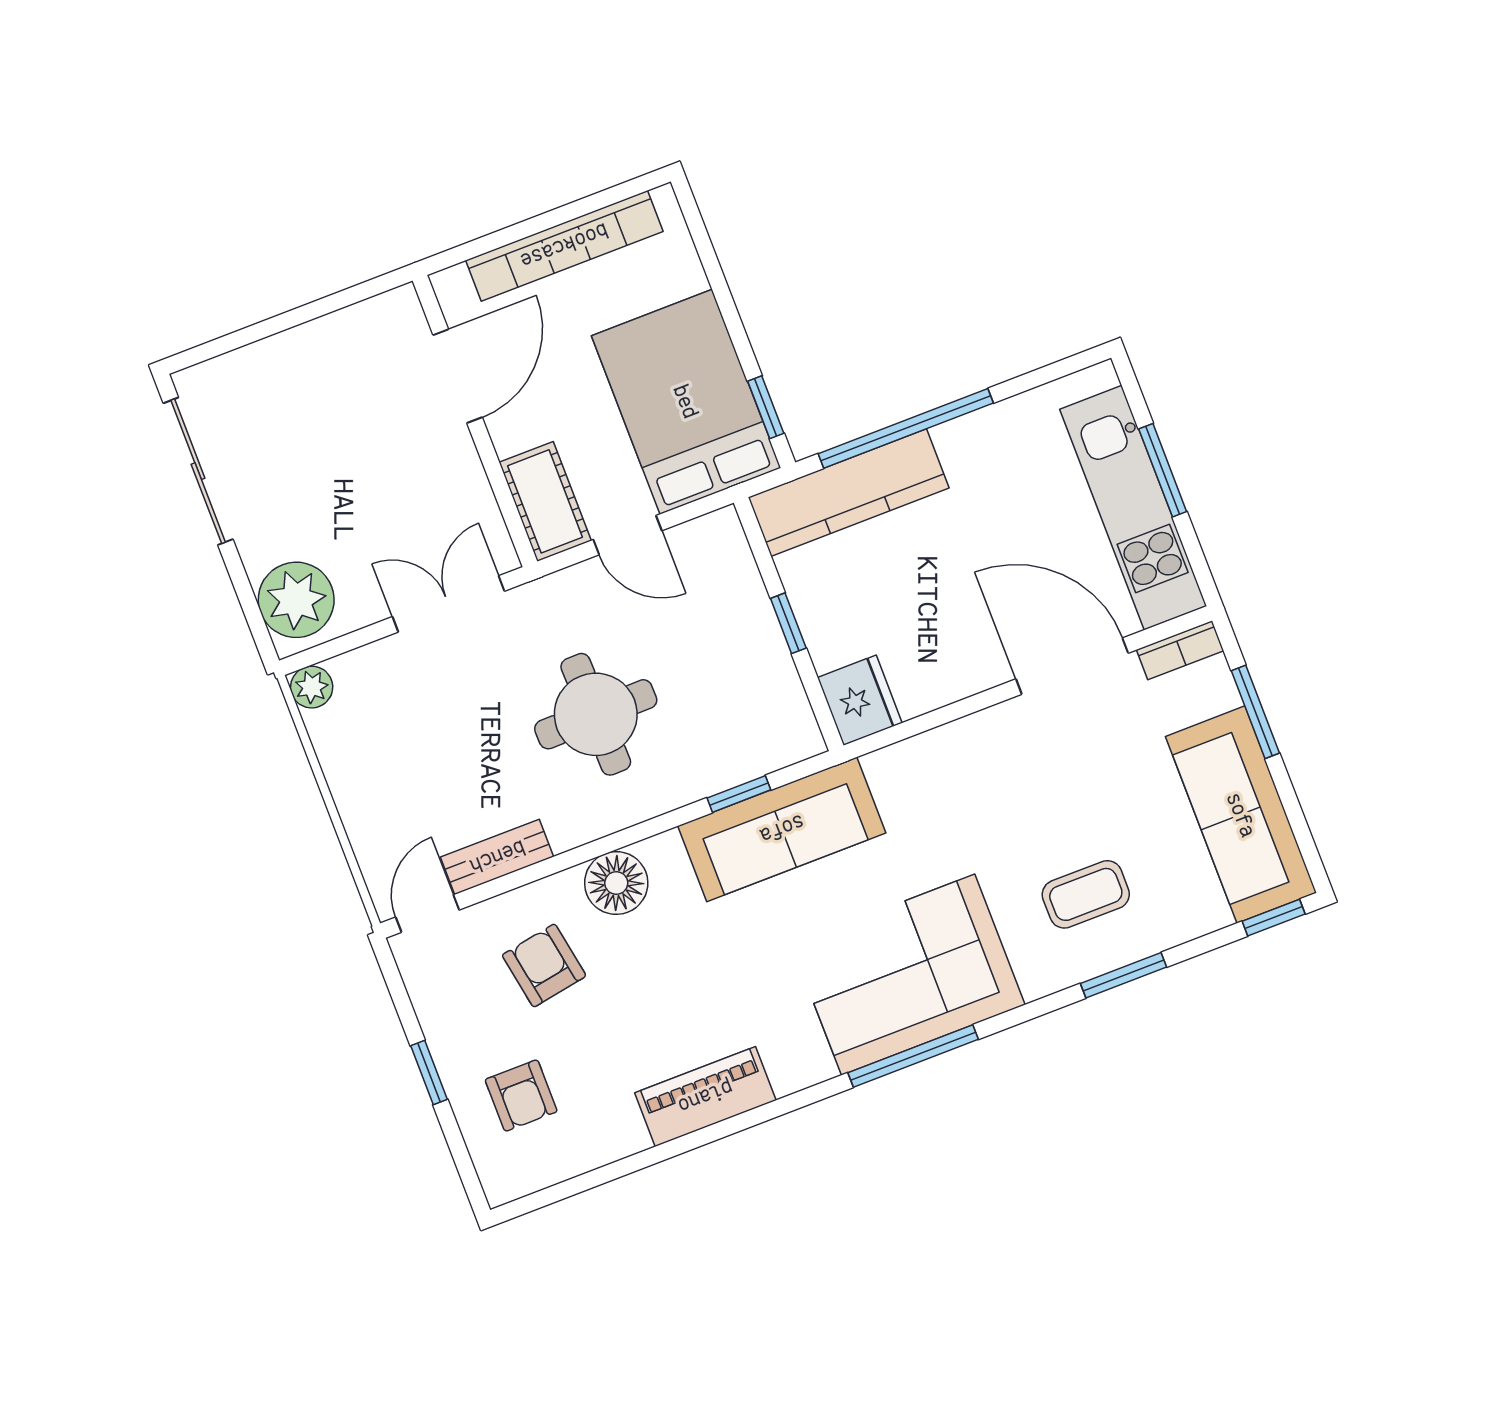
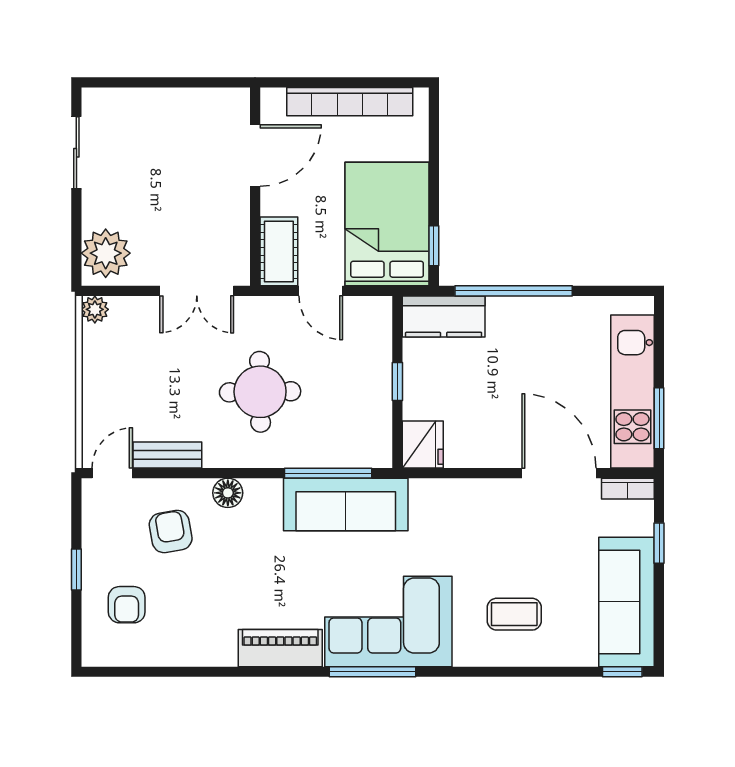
window: (1163, 470) -> (659, 418), moved
sliding door: (198, 471) -> (76, 153), width x0.73
kitchen counter: (849, 493) -> (444, 317), width x0.67
double door: (448, 604) -> (197, 291), swing flipped
window: (1255, 712) -> (659, 543), width x0.67
window: (739, 794) -> (328, 473), width x2.17
floor lamp: (616, 883) -> (228, 493), width x0.73, depth x0.73
window: (1123, 975) -> (518, 672), removed
piano: (705, 1097) -> (280, 648), moved

